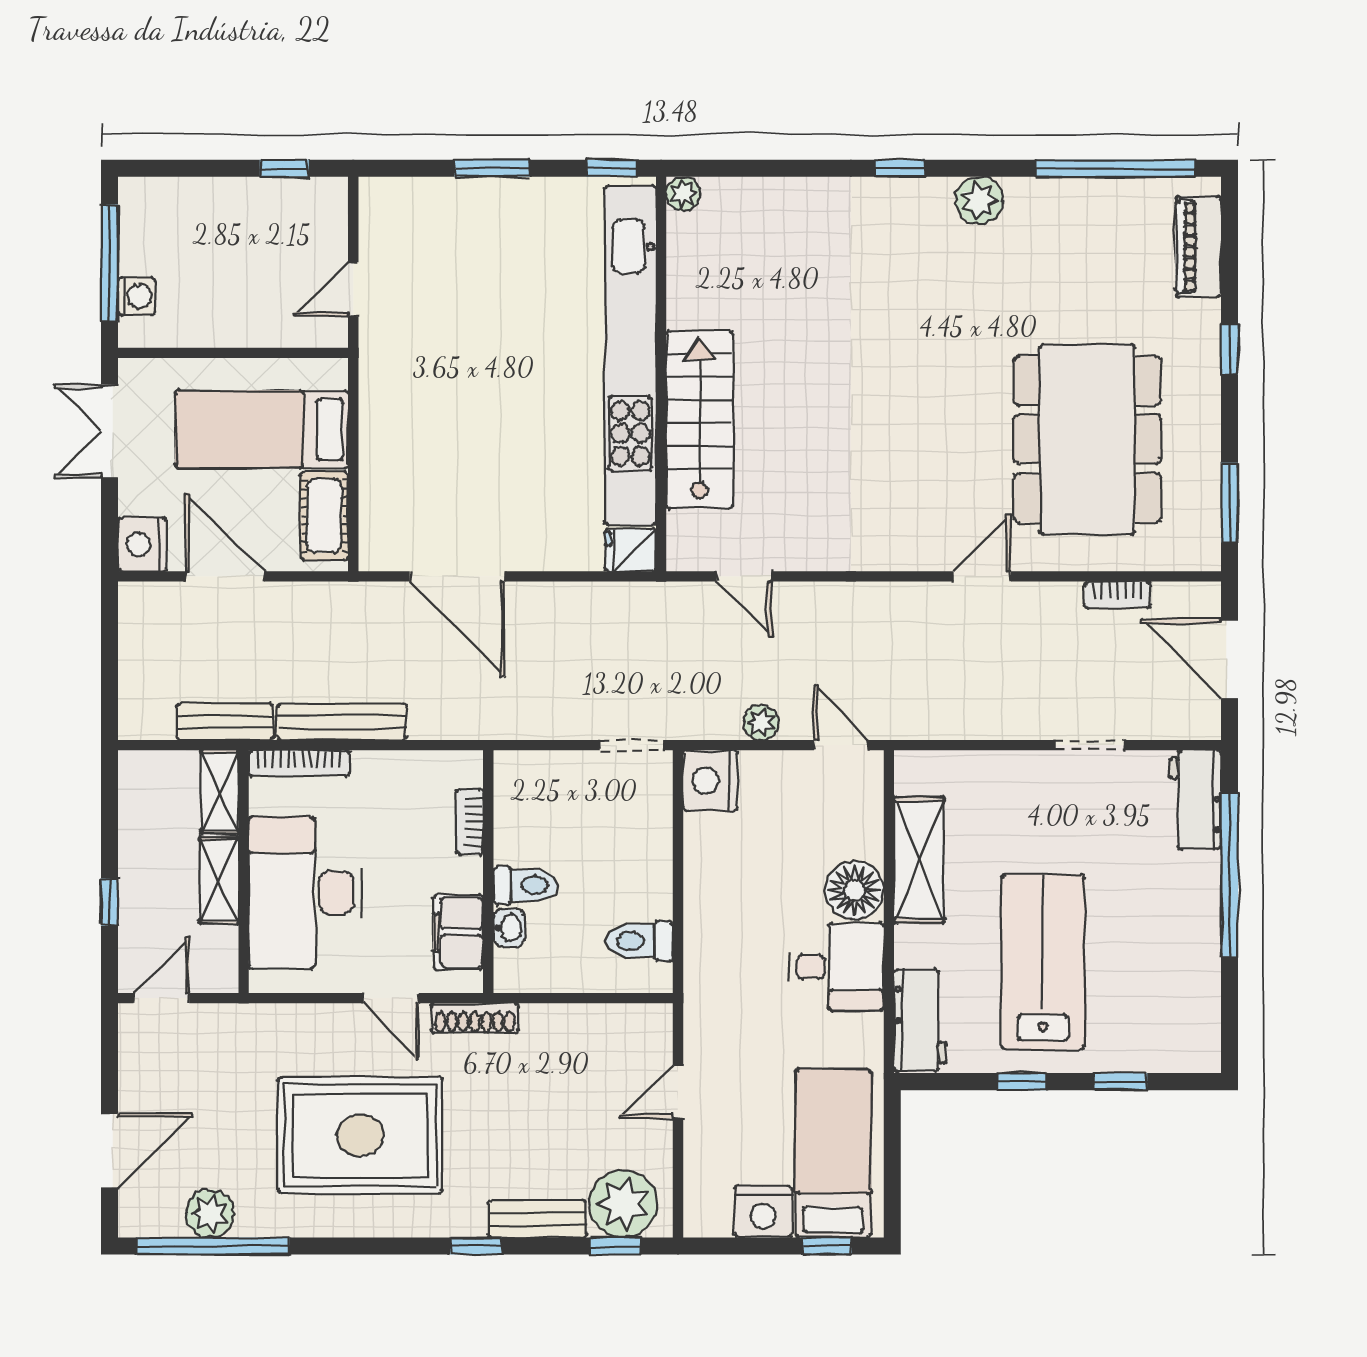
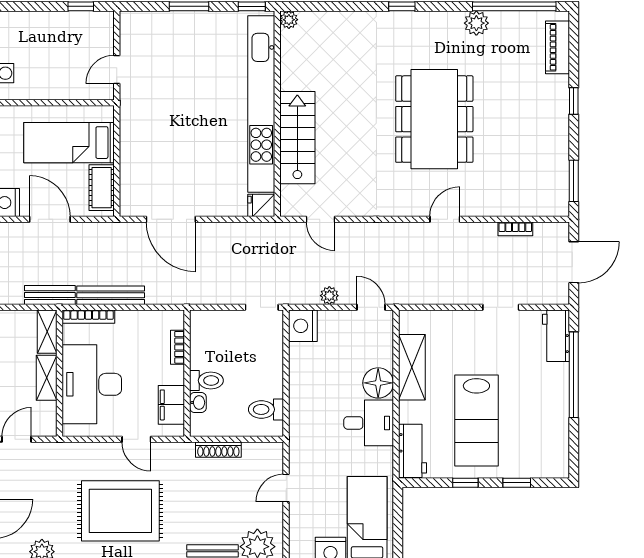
plant: (979, 200) -> (476, 23), moved
dining table: (1087, 439) -> (434, 119), moved
door: (1230, 659) -> (574, 262), swing flipped
lab bench: (1043, 962) -> (476, 420), turned 180
shoe rack: (475, 1018) -> (218, 450), moved

